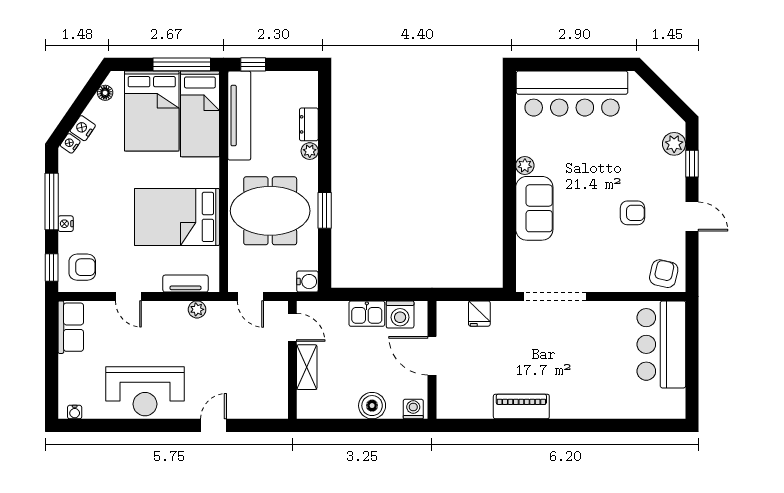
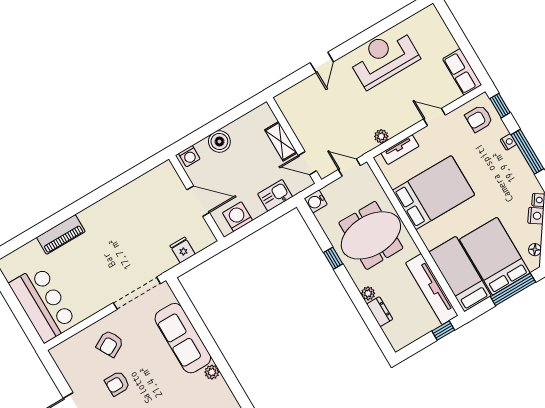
window: (182, 64) -> (513, 289), moved
sofa: (534, 208) -> (183, 338), width x1.36
window: (325, 210) -> (333, 258), width x0.67
armchair: (664, 274) -> (110, 344), moved, turned 48
kitchen sink: (367, 314) -> (275, 195), moved
piano: (521, 406) -> (61, 234), moved
water cooler: (75, 412) -> (424, 14), removed

